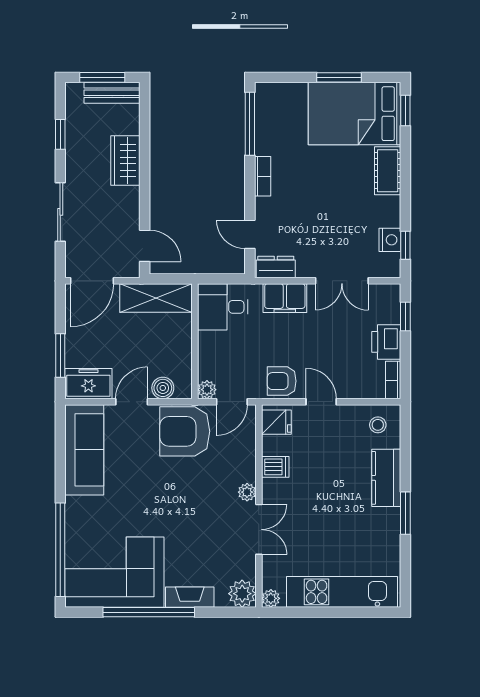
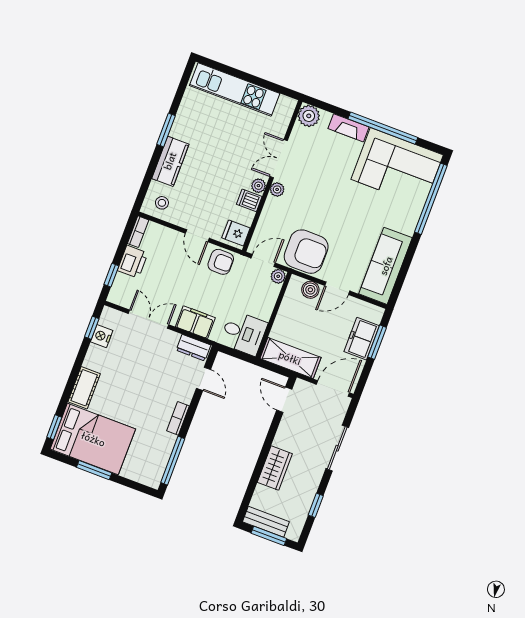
freezer: (88, 384) -> (362, 339), moved, turned 90
plant: (271, 598) -> (258, 186), moved

